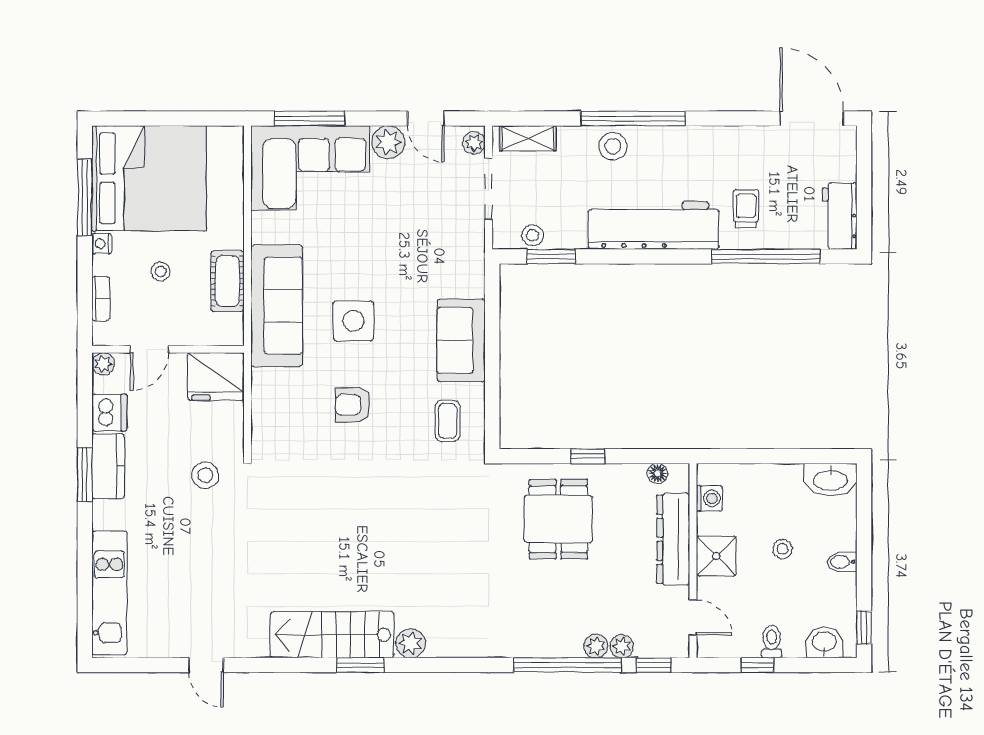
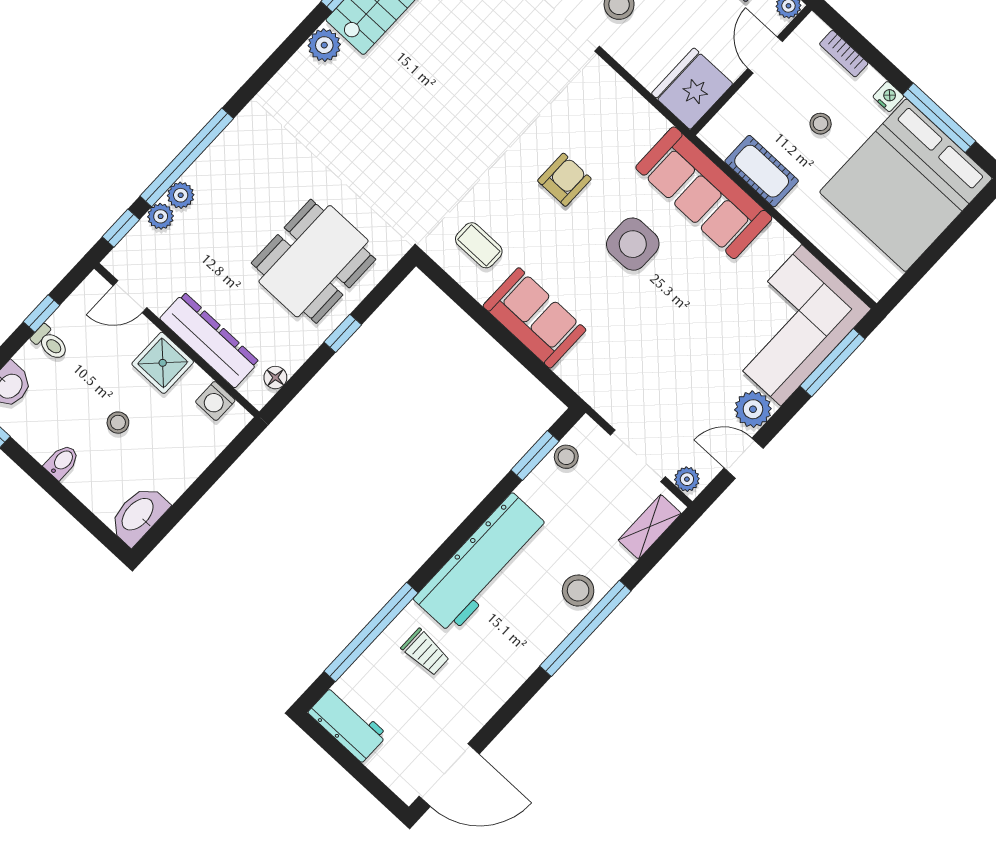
dining table: (558, 519) -> (314, 261), width x1.38

